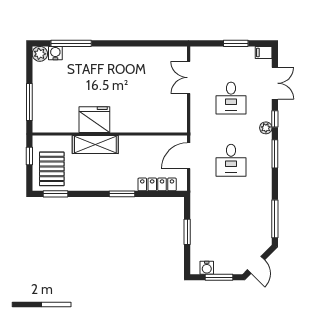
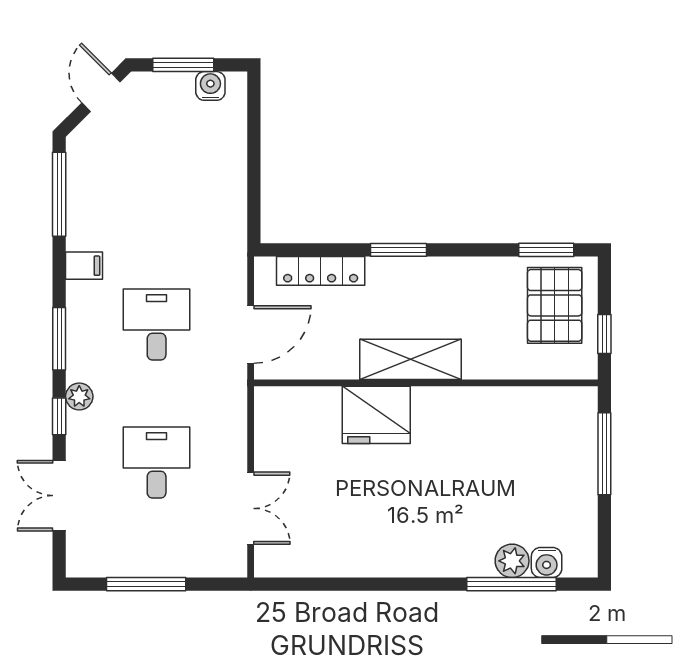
window: (236, 43) -> (146, 584), width x1.44
filing cabinet: (264, 52) -> (84, 266), moved
plant: (40, 54) -> (512, 561), moved
fridge: (94, 120) -> (376, 415), moved
shelving: (95, 145) -> (411, 359), moved
window: (187, 232) -> (254, 165), removed

